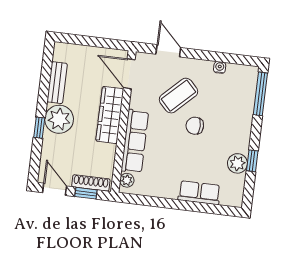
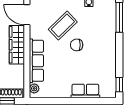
window: (252, 161) -> (119, 85), moved
plant: (237, 163) -> (109, 67), removed

